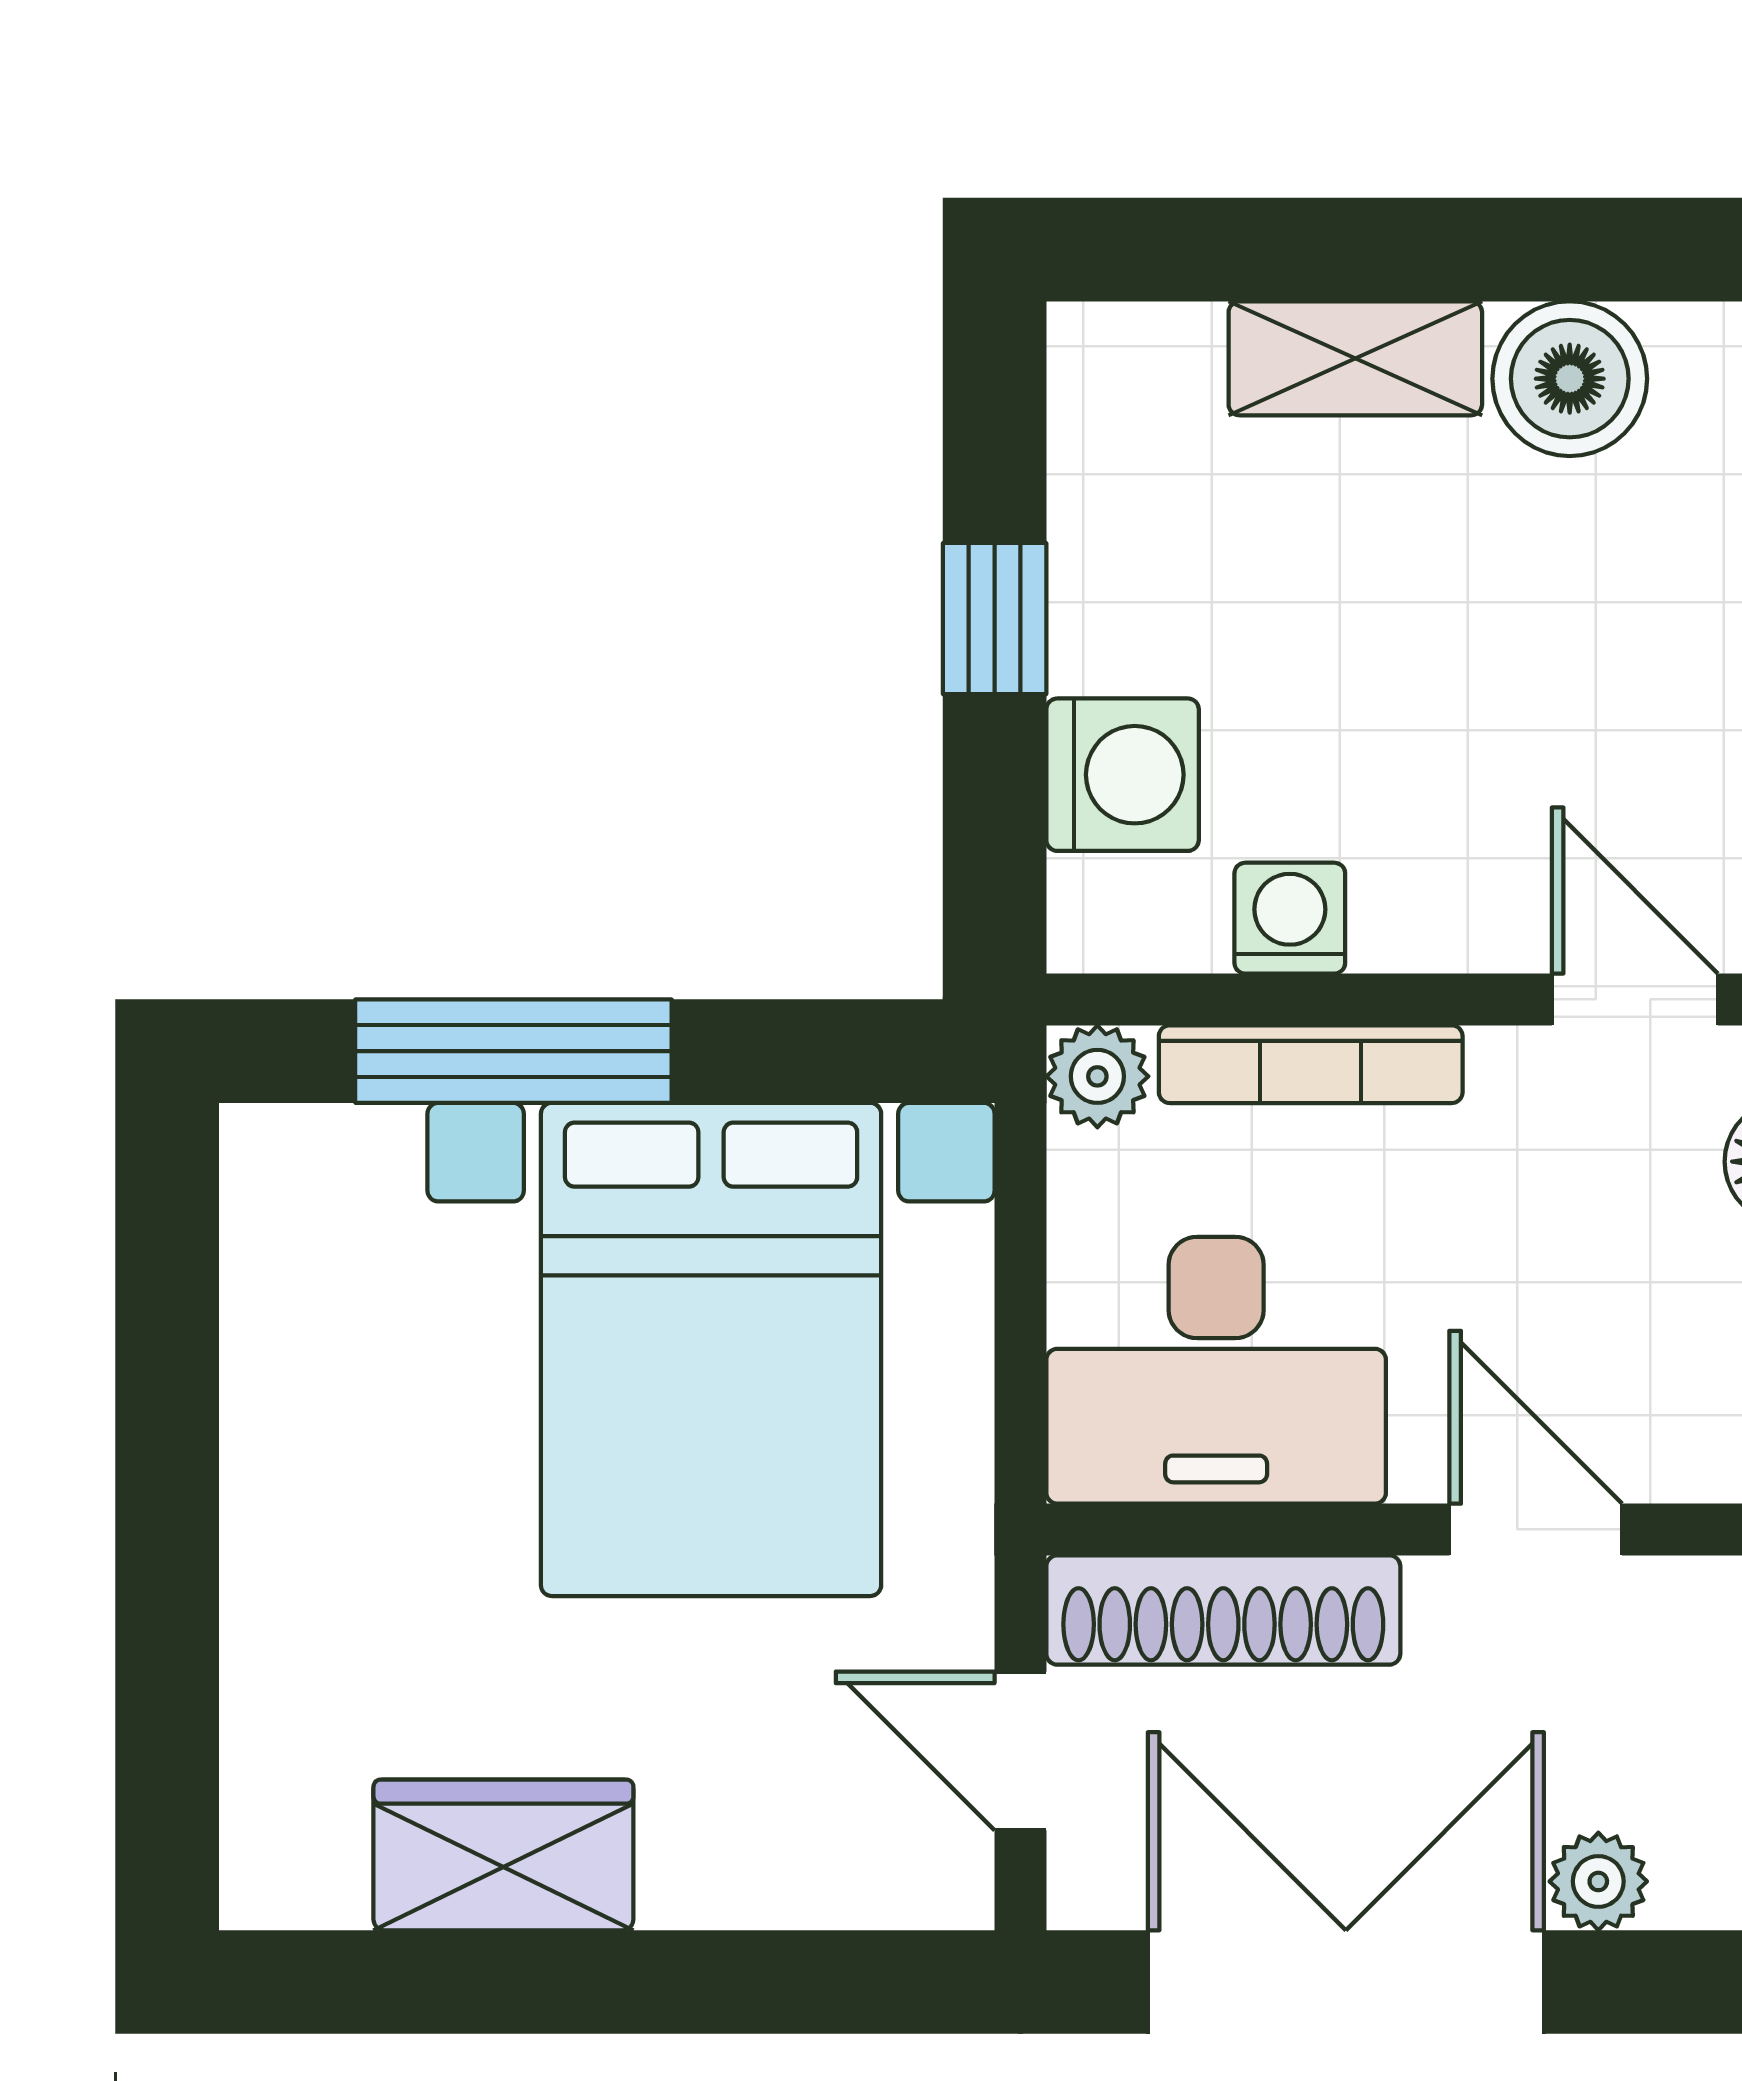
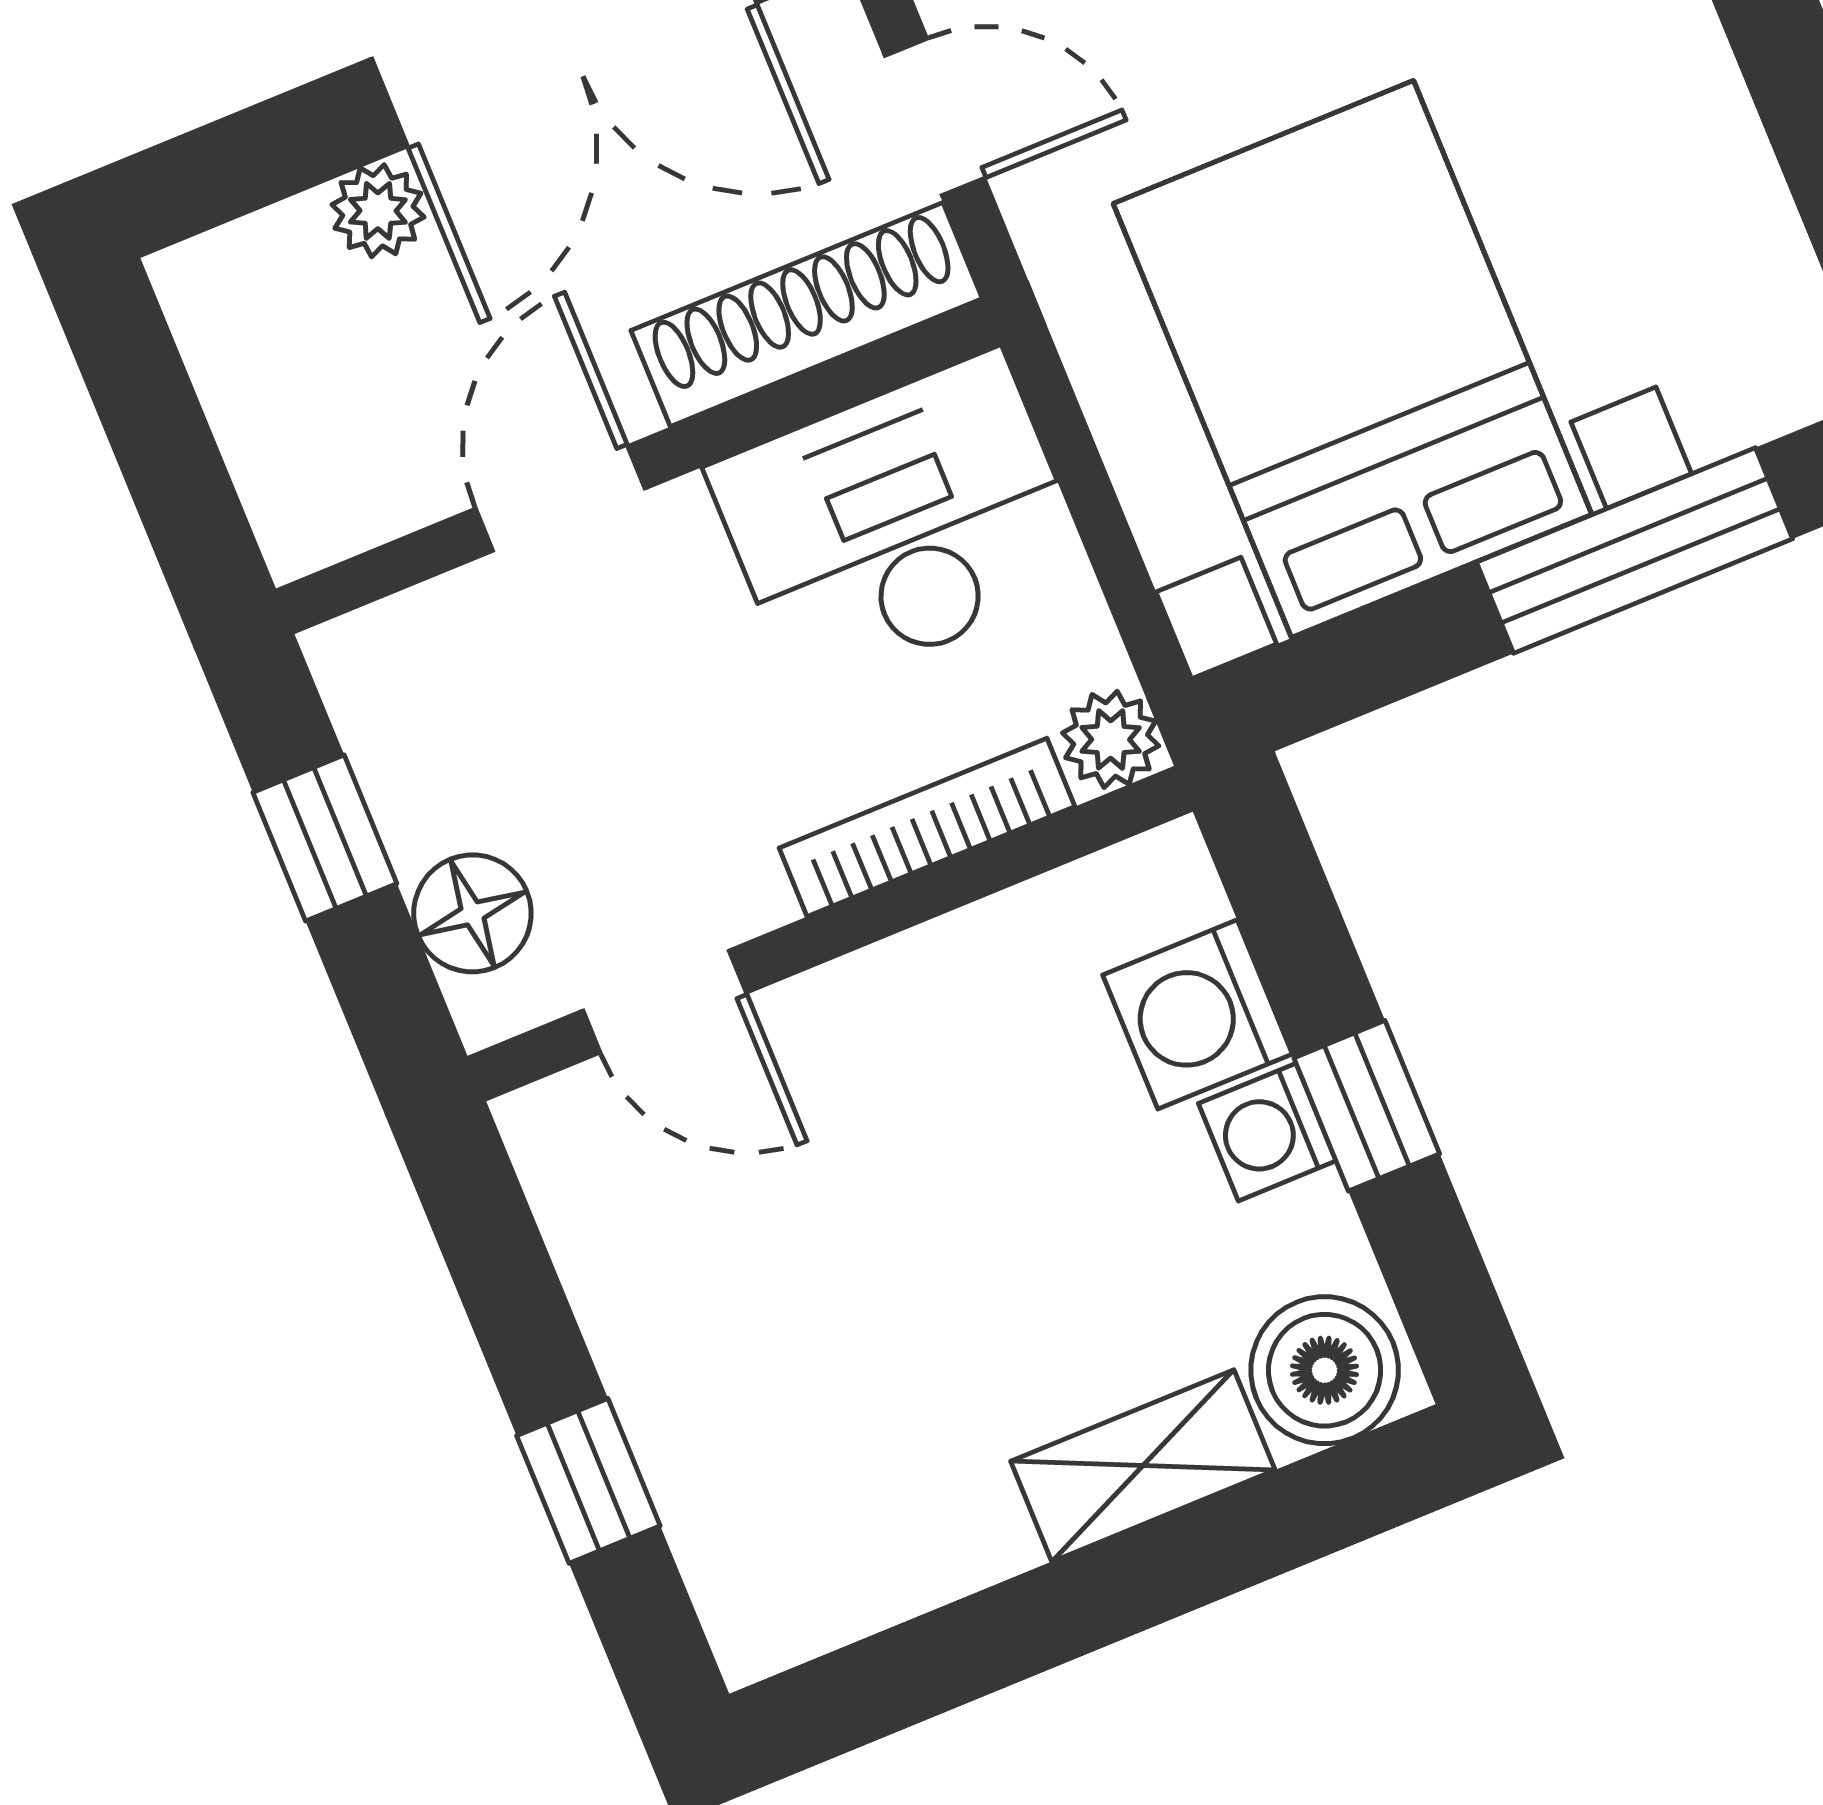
boiler: (1570, 379) -> (1325, 1370), moved
washing machine: (1290, 918) -> (1267, 1132), moved, turned 90
door: (1536, 1529) -> (560, 498), swing flipped

